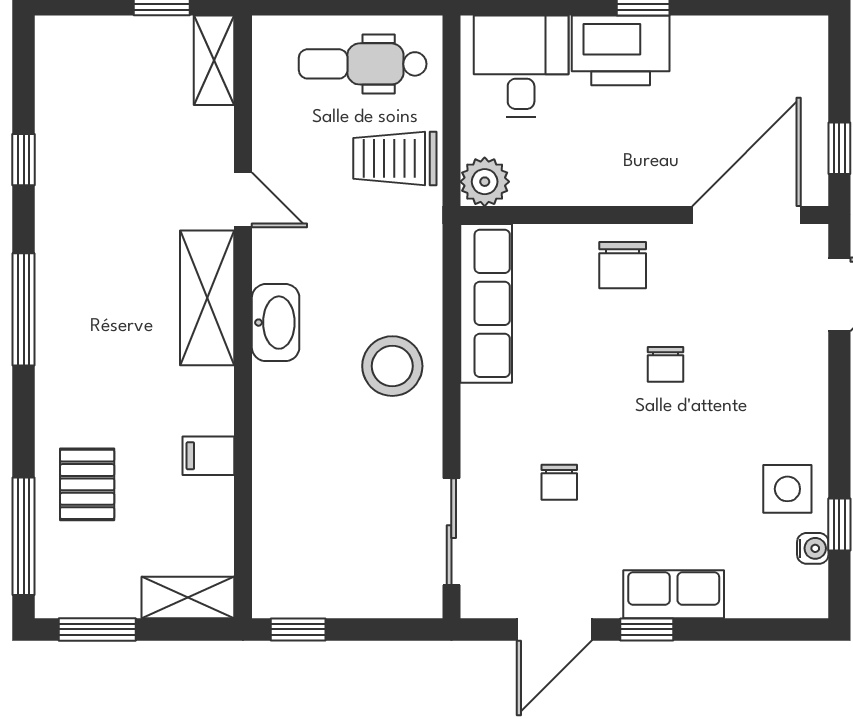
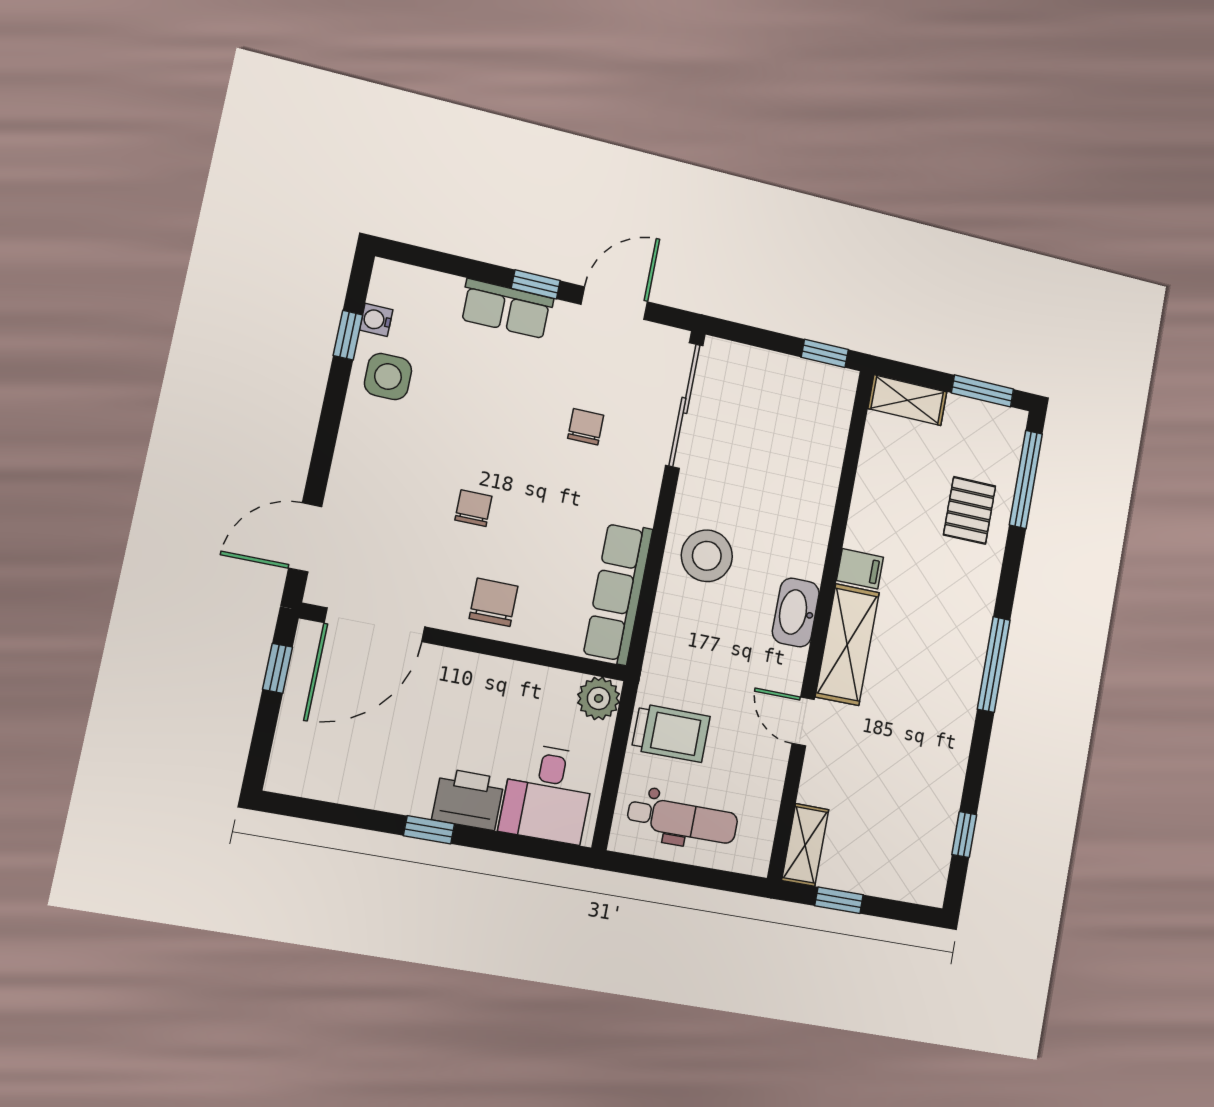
printer: (621, 50) -> (468, 799), width x0.73, depth x0.84
window: (24, 160) -> (964, 835), moved
filing cabinet: (208, 456) -> (860, 569), moved
sliding door: (451, 532) -> (684, 405), width x1.37

